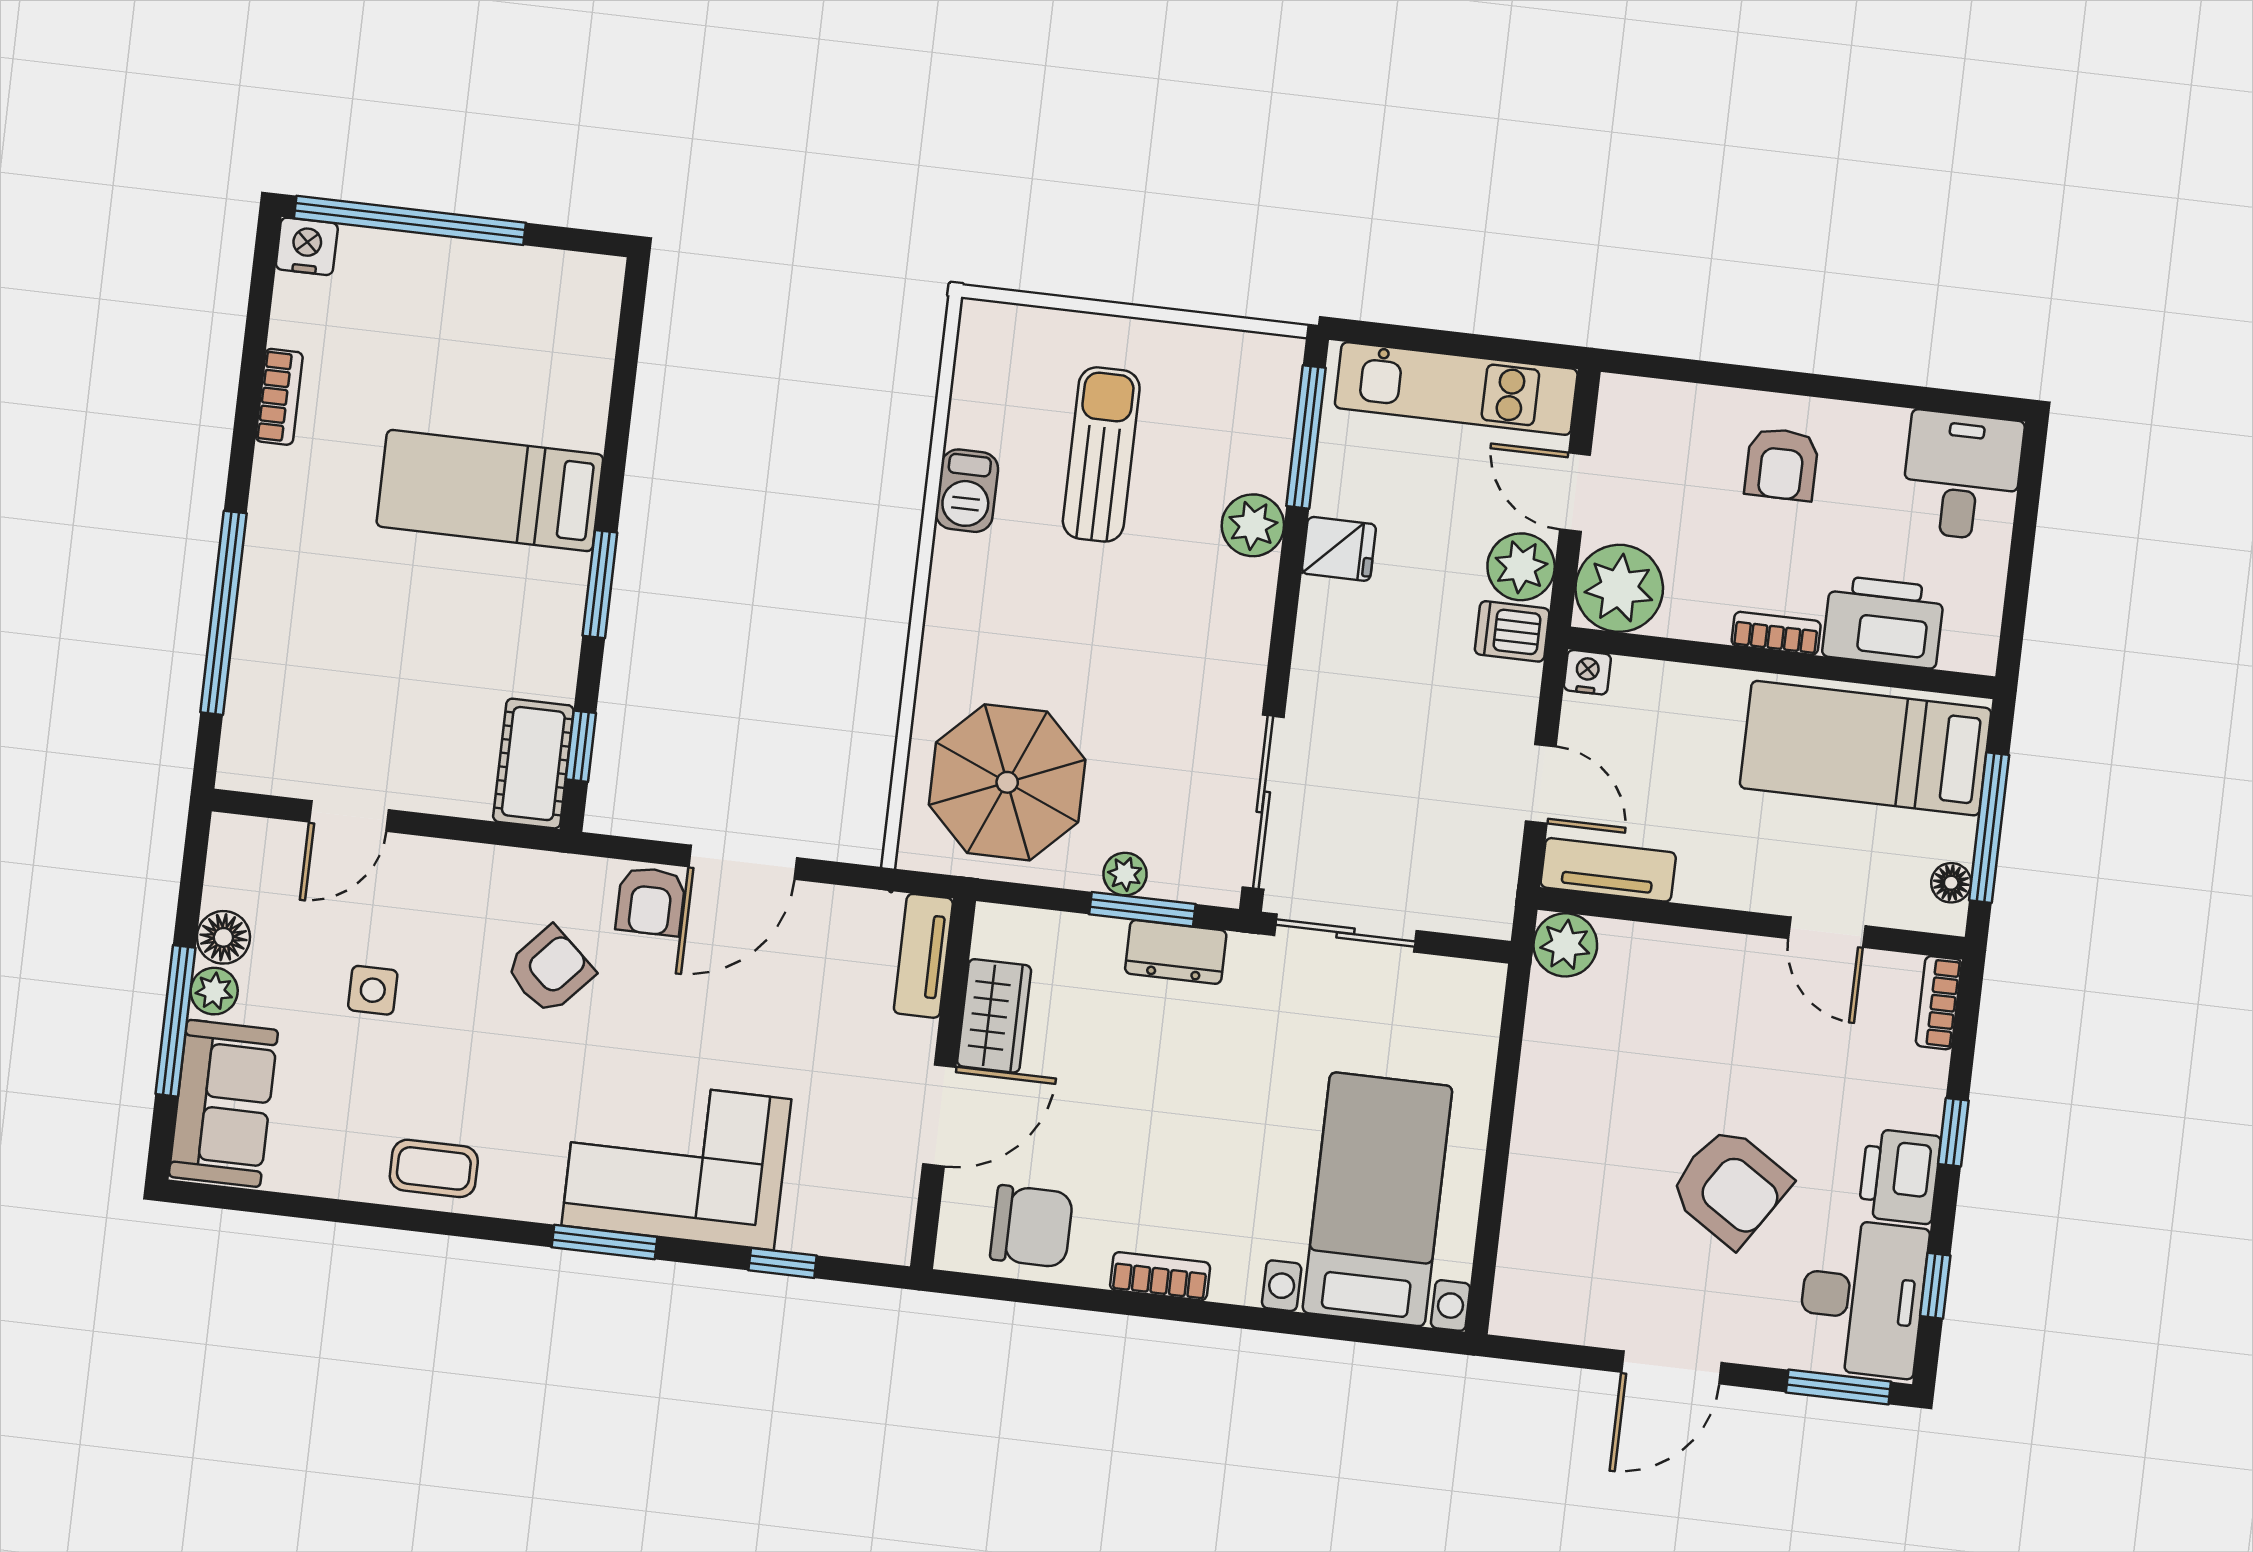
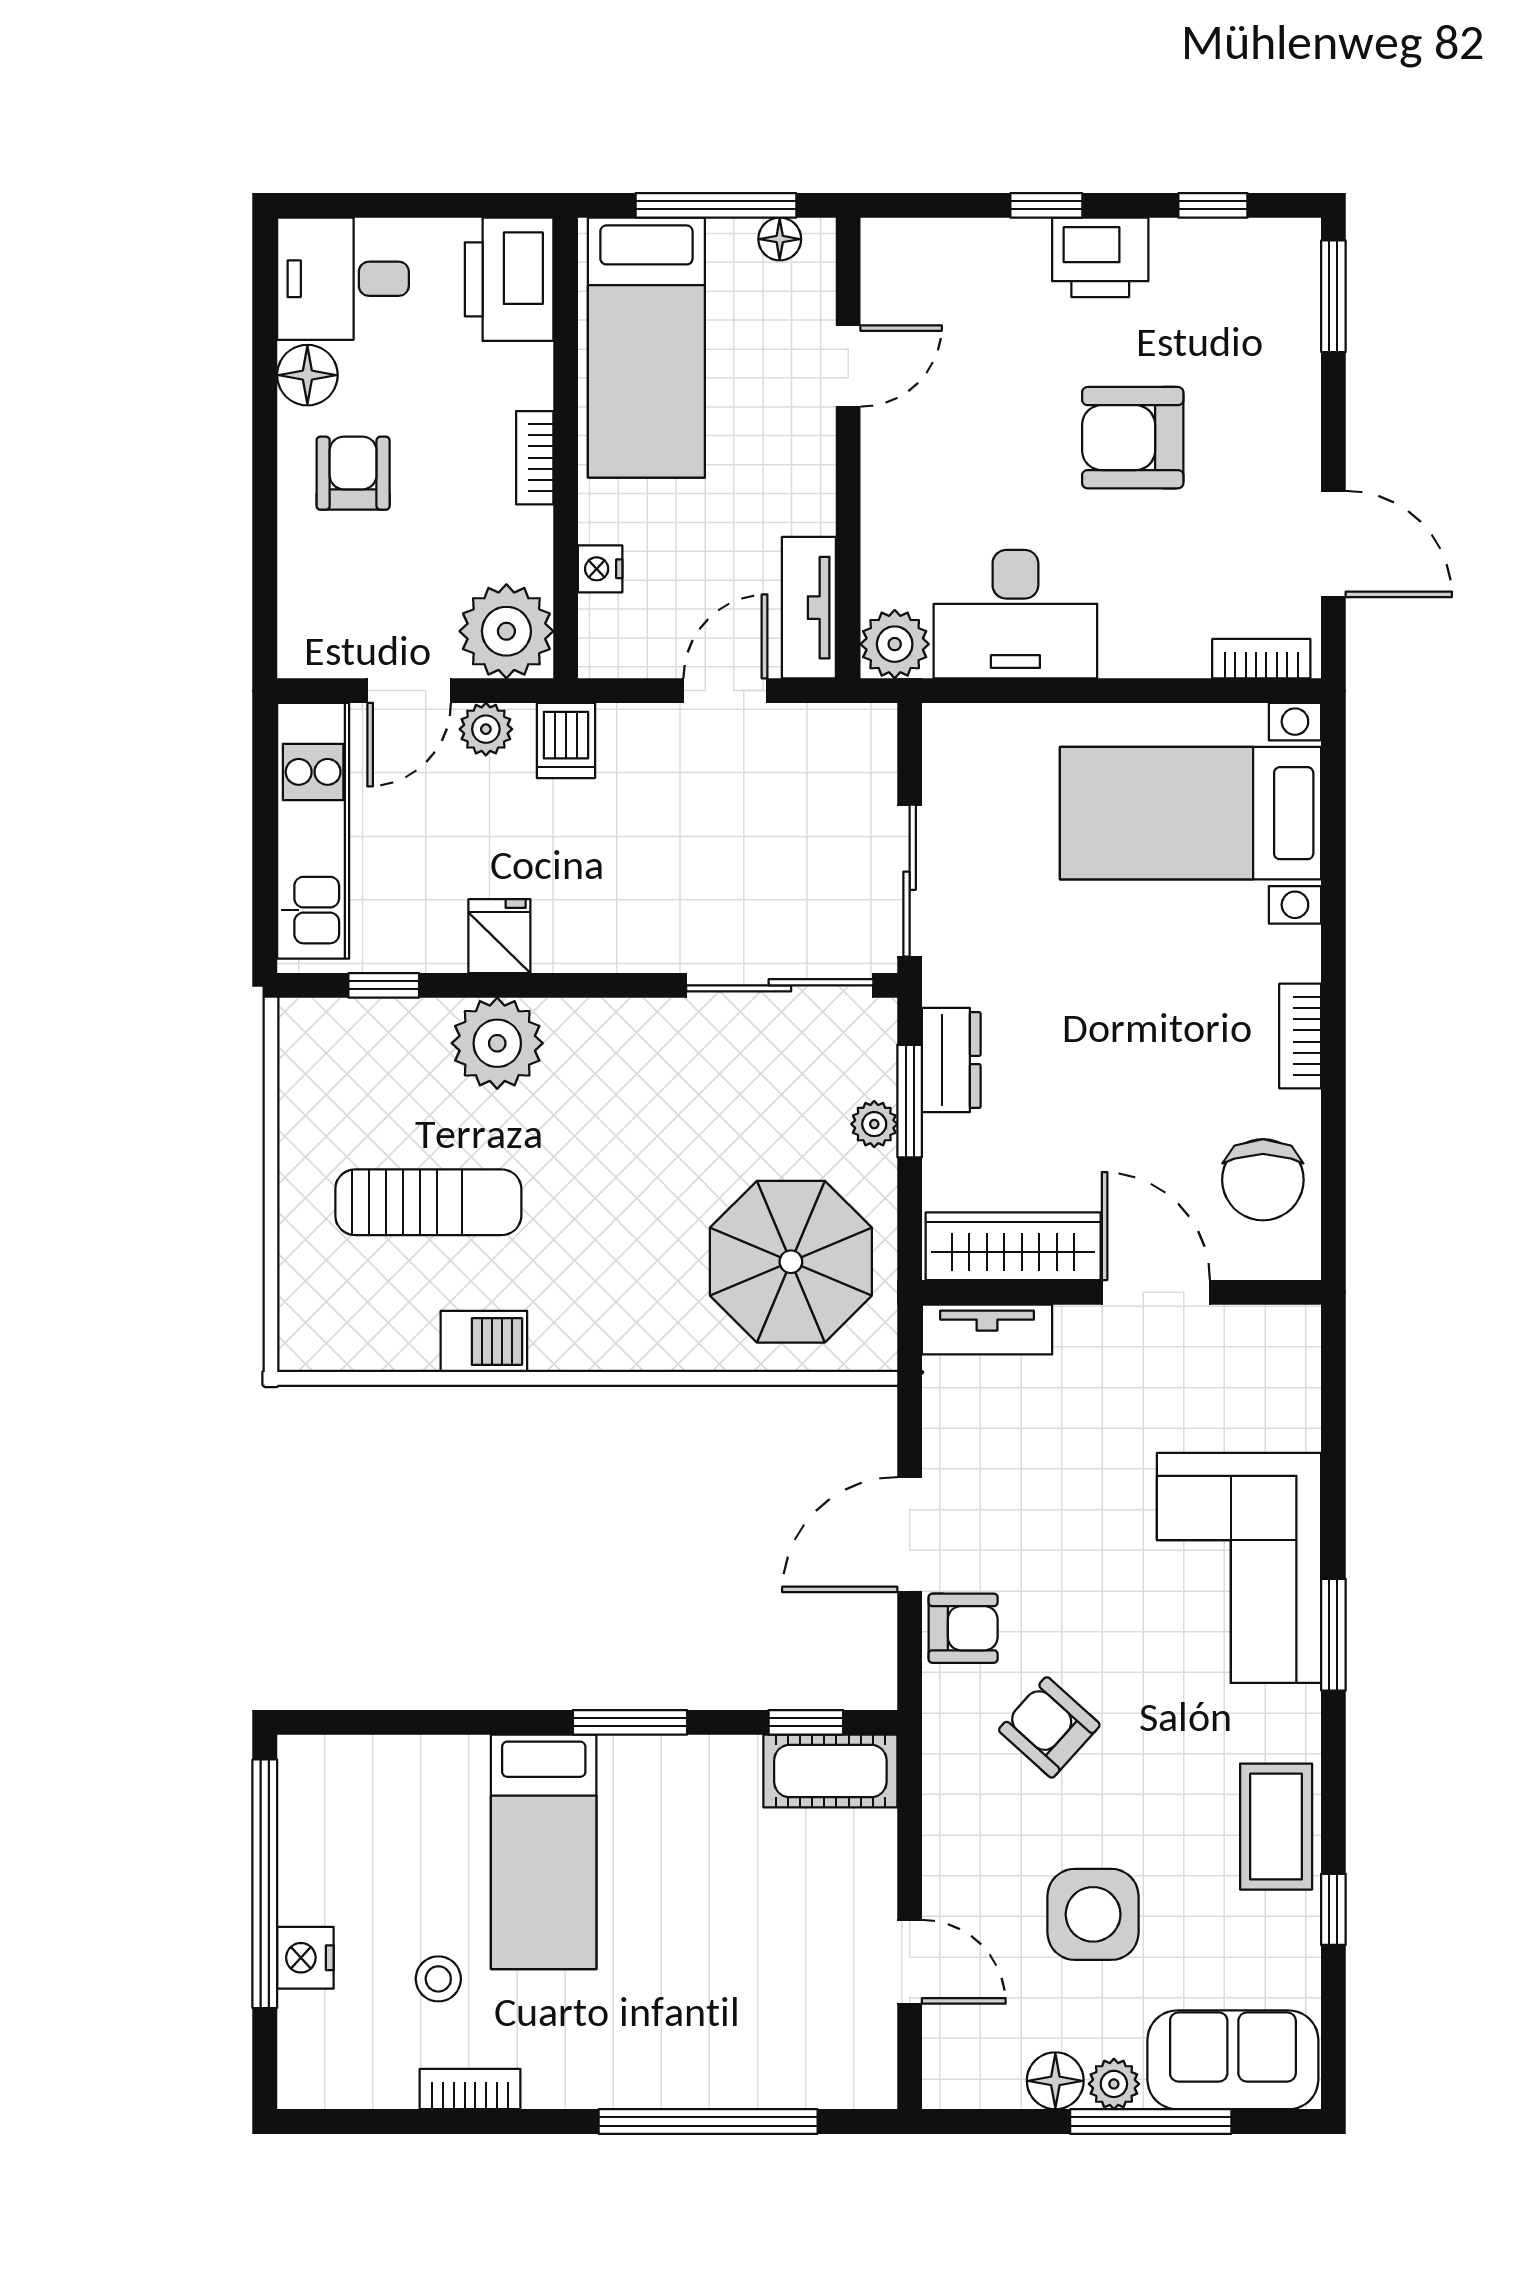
window: (410, 220) -> (265, 1884), moved
nightstand: (307, 246) -> (305, 1958), moved
stool: (384, 380) -> (438, 1979), added
floor lamp: (1877, 433) -> (307, 375), added
window: (1306, 437) -> (384, 985), width x0.46
sun lounger: (1101, 454) -> (428, 1202), turned 180
armchair: (1782, 464) -> (353, 473), turned -90
plant: (1253, 525) -> (497, 1043), width x1.36, depth x1.36
plant: (1521, 567) -> (486, 729), width x0.73, depth x0.73
printer: (1883, 622) -> (509, 279), moved
nightstand: (1587, 672) -> (600, 569), moved
door: (743, 862) -> (910, 1535), swing flipped
side table: (373, 990) -> (1093, 1914), width x1.87, depth x1.87
bookcase: (1939, 1003) -> (1261, 659), moved, turned 180
wardrobe: (994, 1016) -> (1013, 1246), width x1.50
coffee table: (434, 1168) -> (1276, 1827), width x1.36, depth x1.30
armchair: (1730, 1187) -> (1133, 438), turned -123
chair: (1032, 1226) -> (1263, 1180), turned 180
window: (783, 1263) -> (1333, 1909), moved
desk: (1862, 1298) -> (1015, 614), moved, turned 180
door: (1671, 1367) -> (1333, 544), moved

